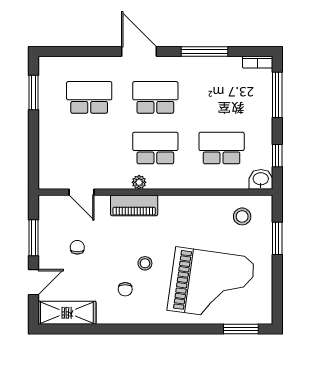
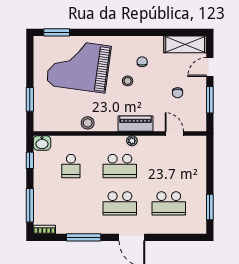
school desk: (222, 148) -> (71, 166), width x0.54
stool: (242, 216) -> (88, 123), moved

